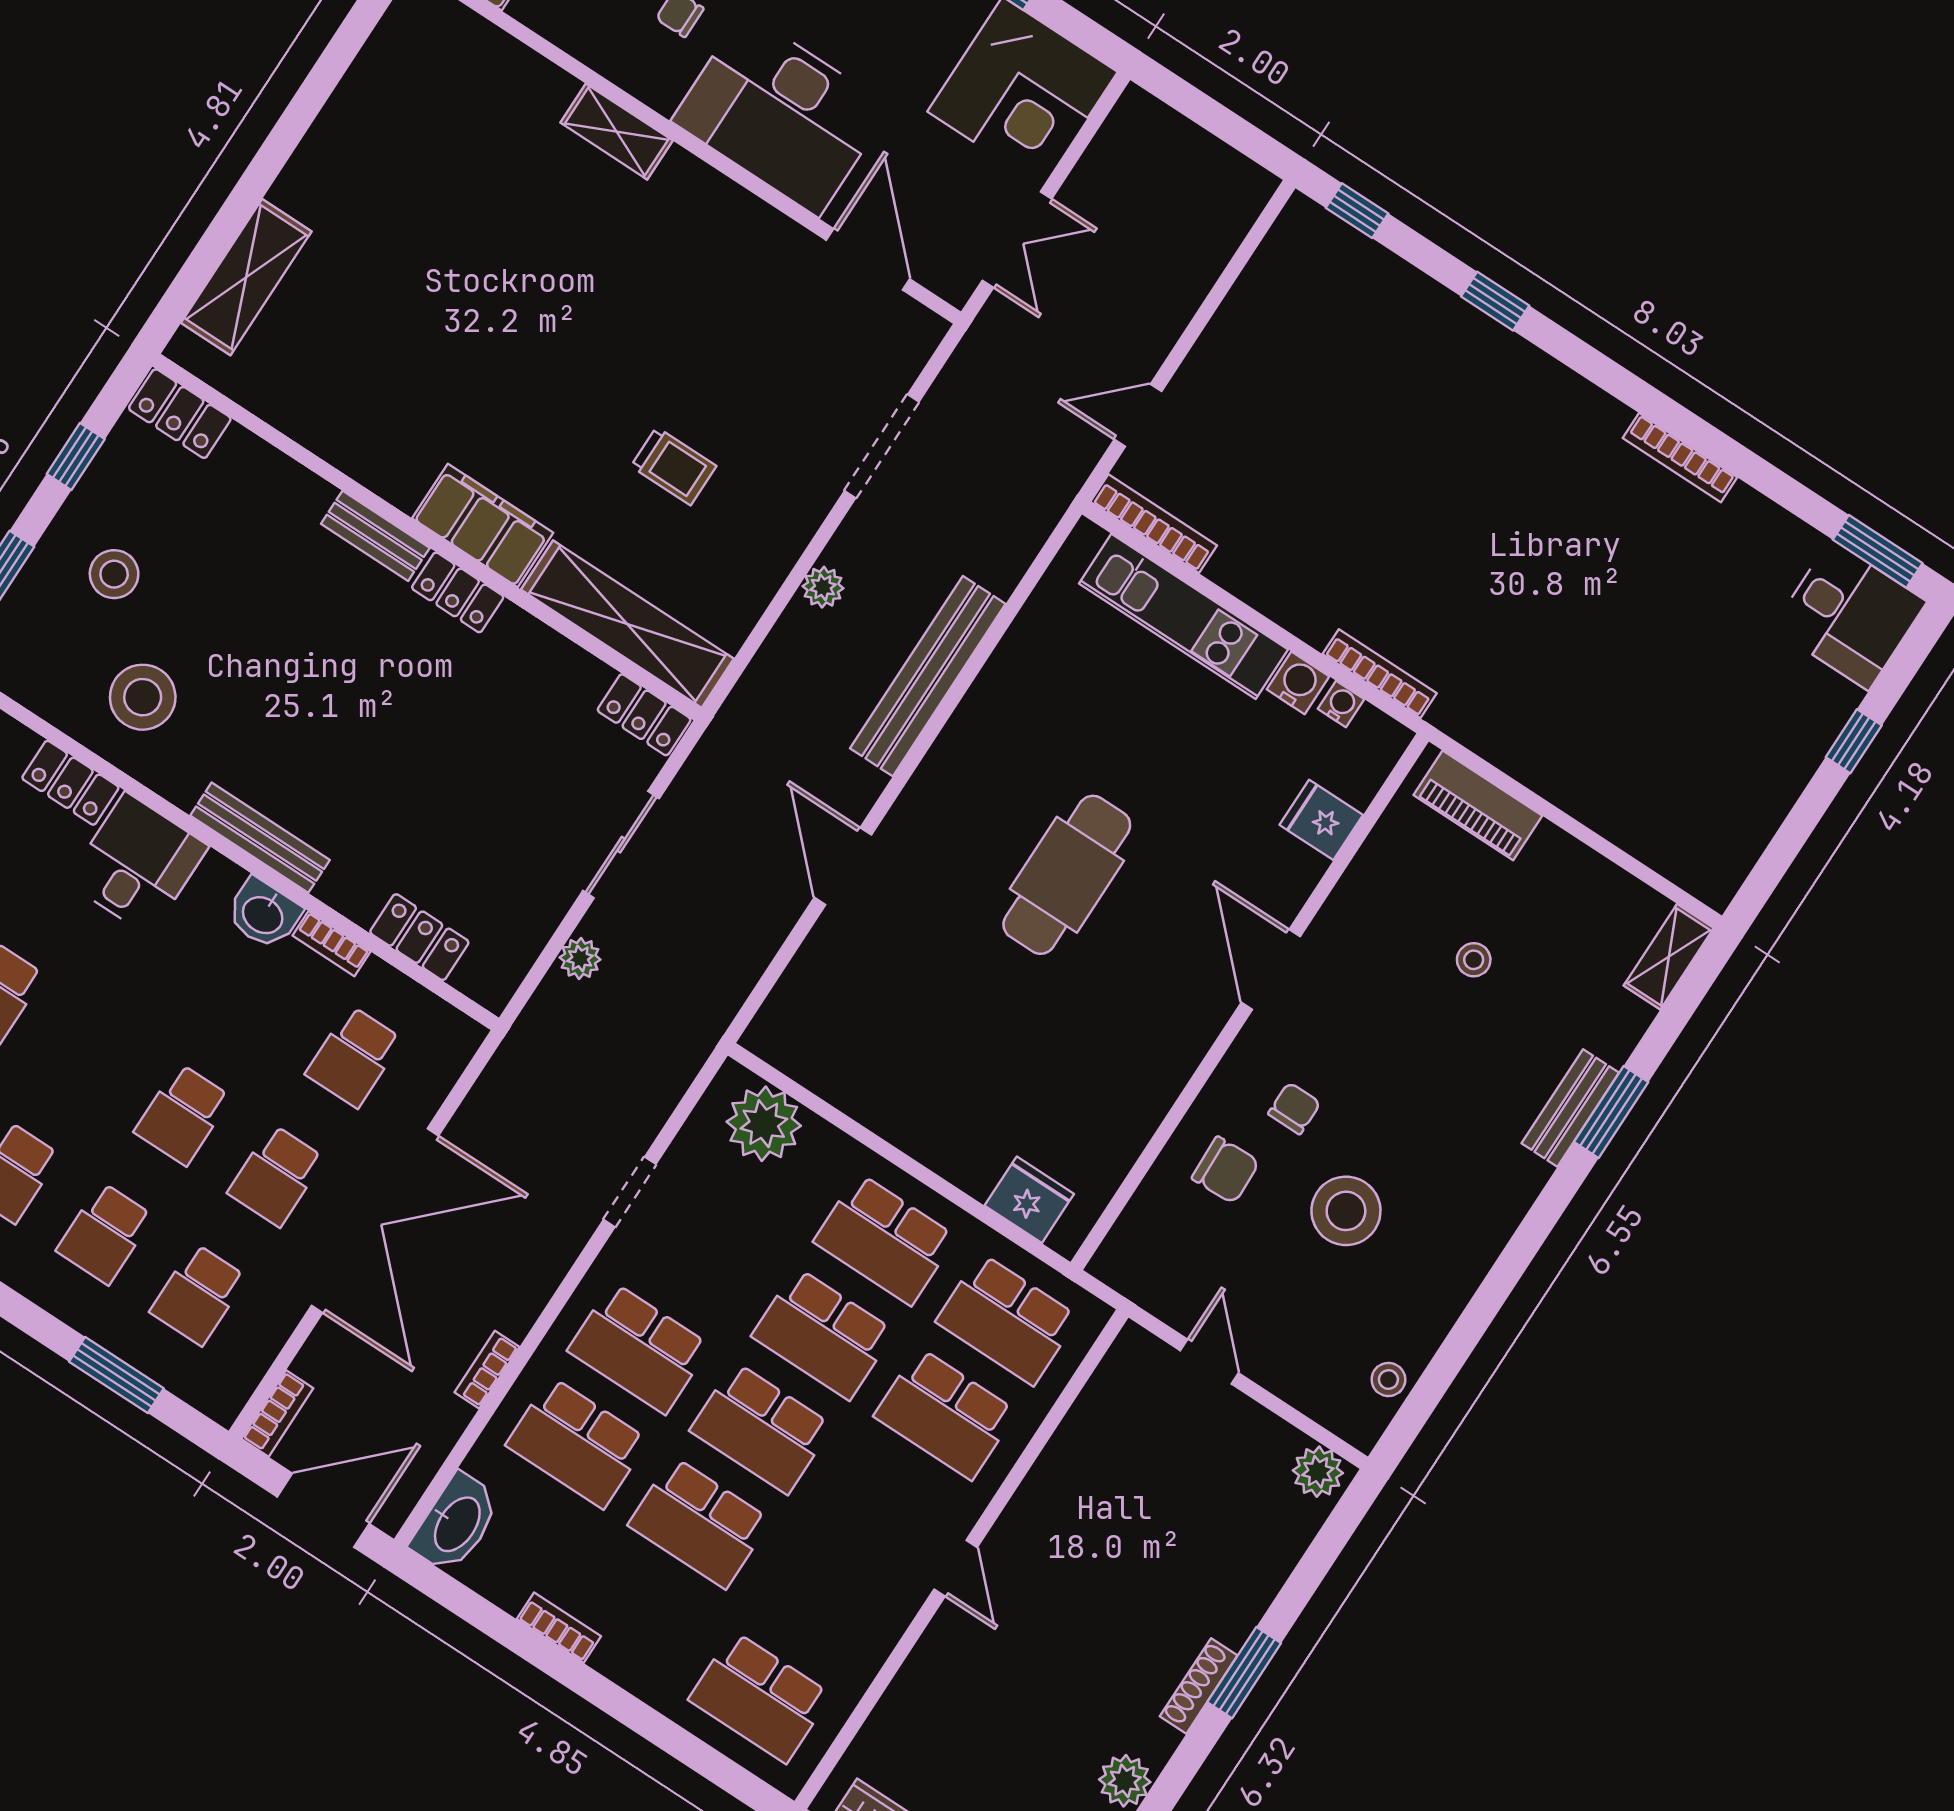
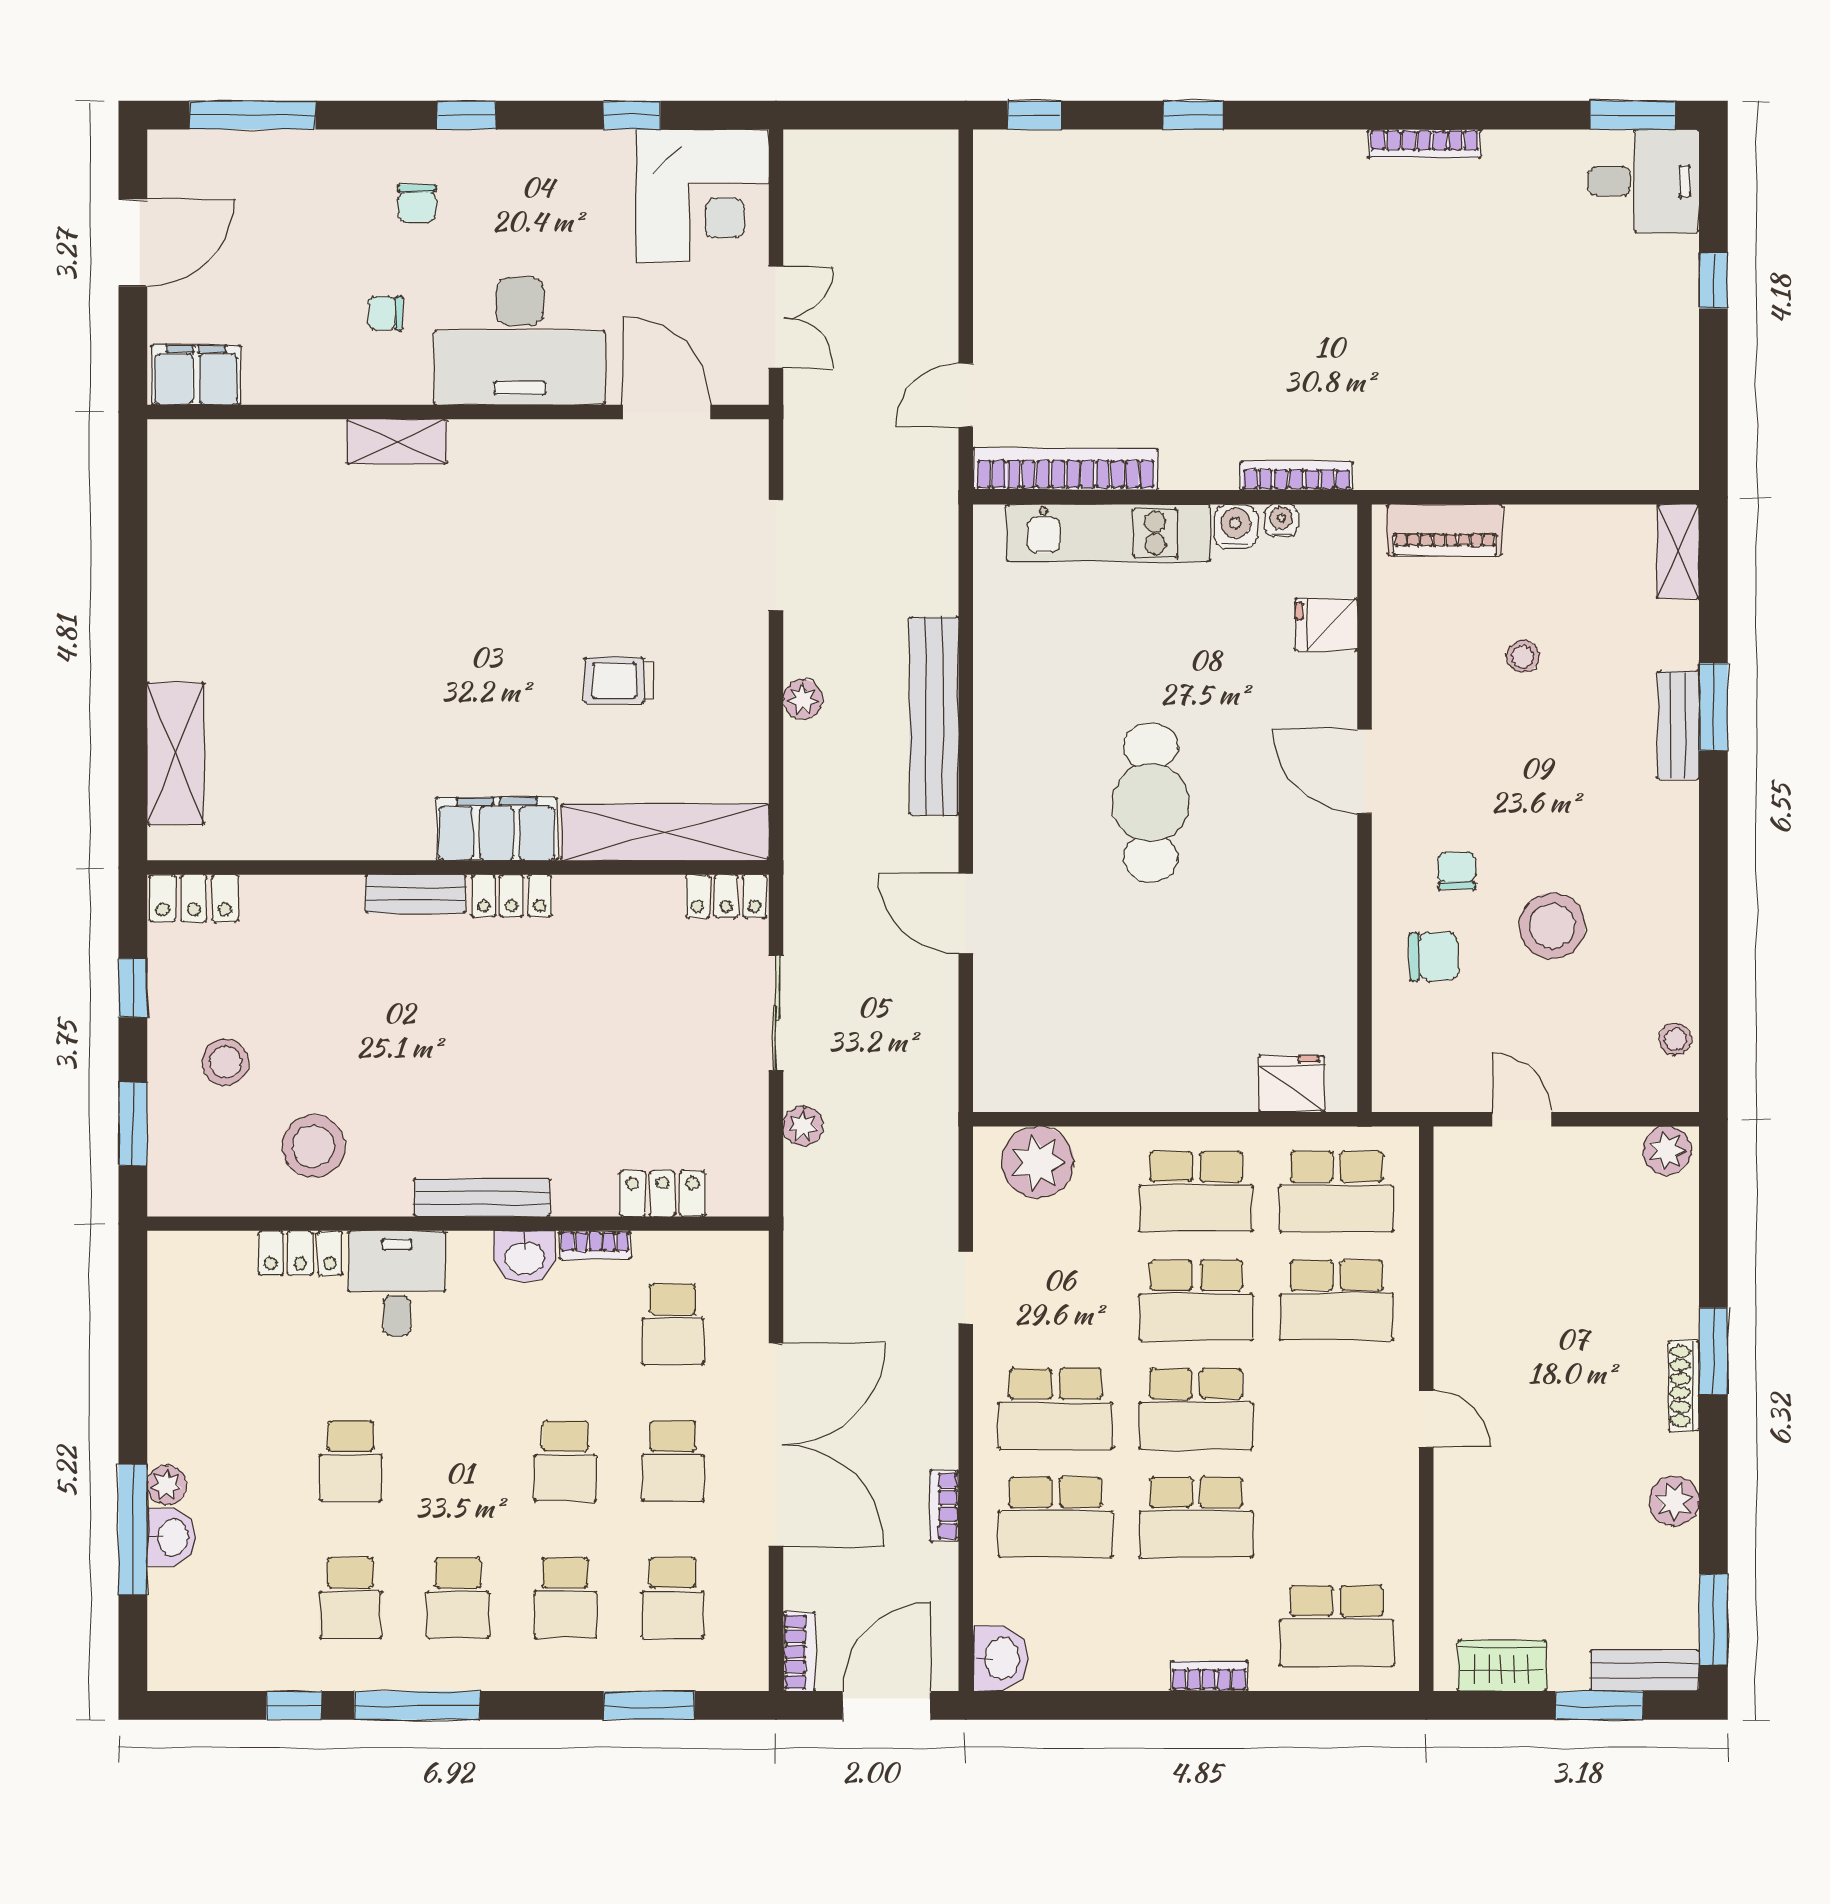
trolley: (674, 466) -> (619, 681), turned 180
bookcase: (1154, 524) -> (1065, 469), width x1.48, depth x1.31
washbasin: (456, 1523) -> (1000, 1659), width x0.72
bookcase: (559, 1628) -> (1209, 1676), moved

